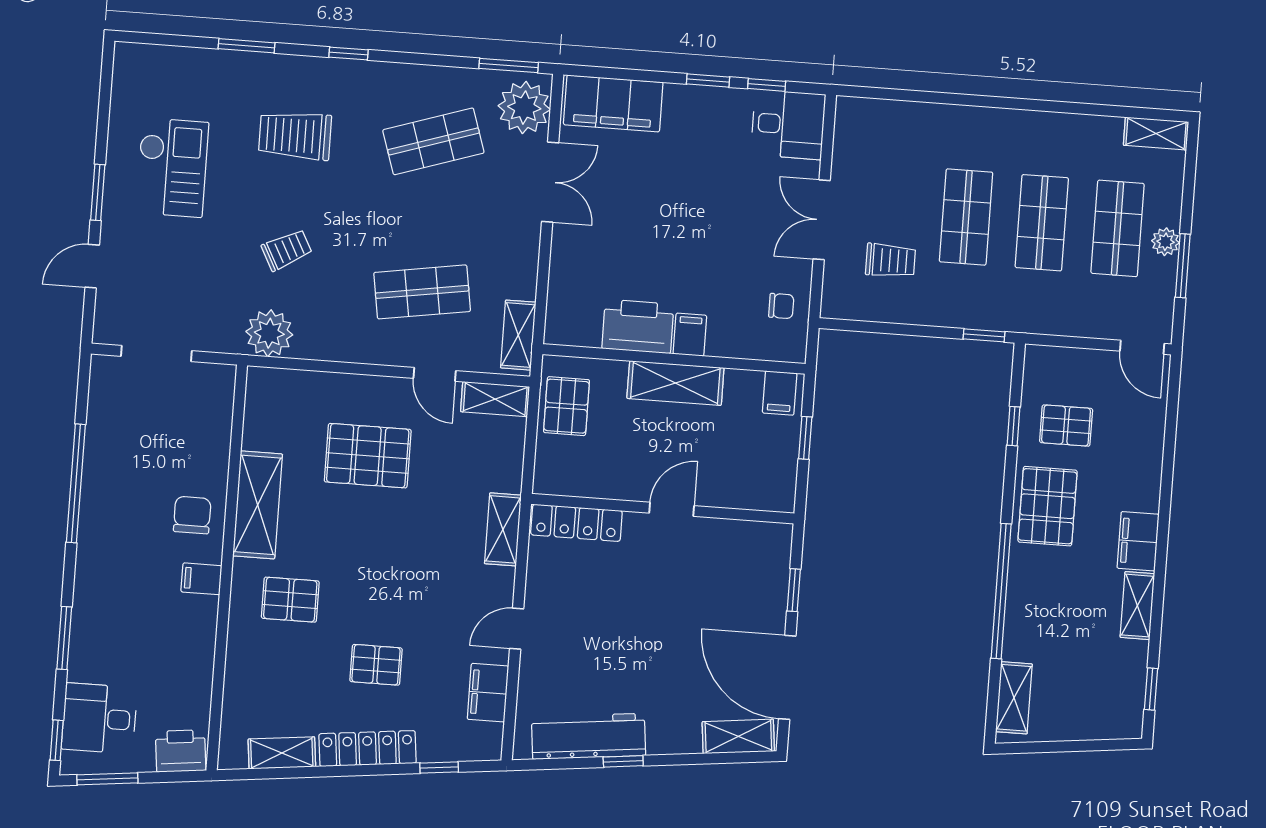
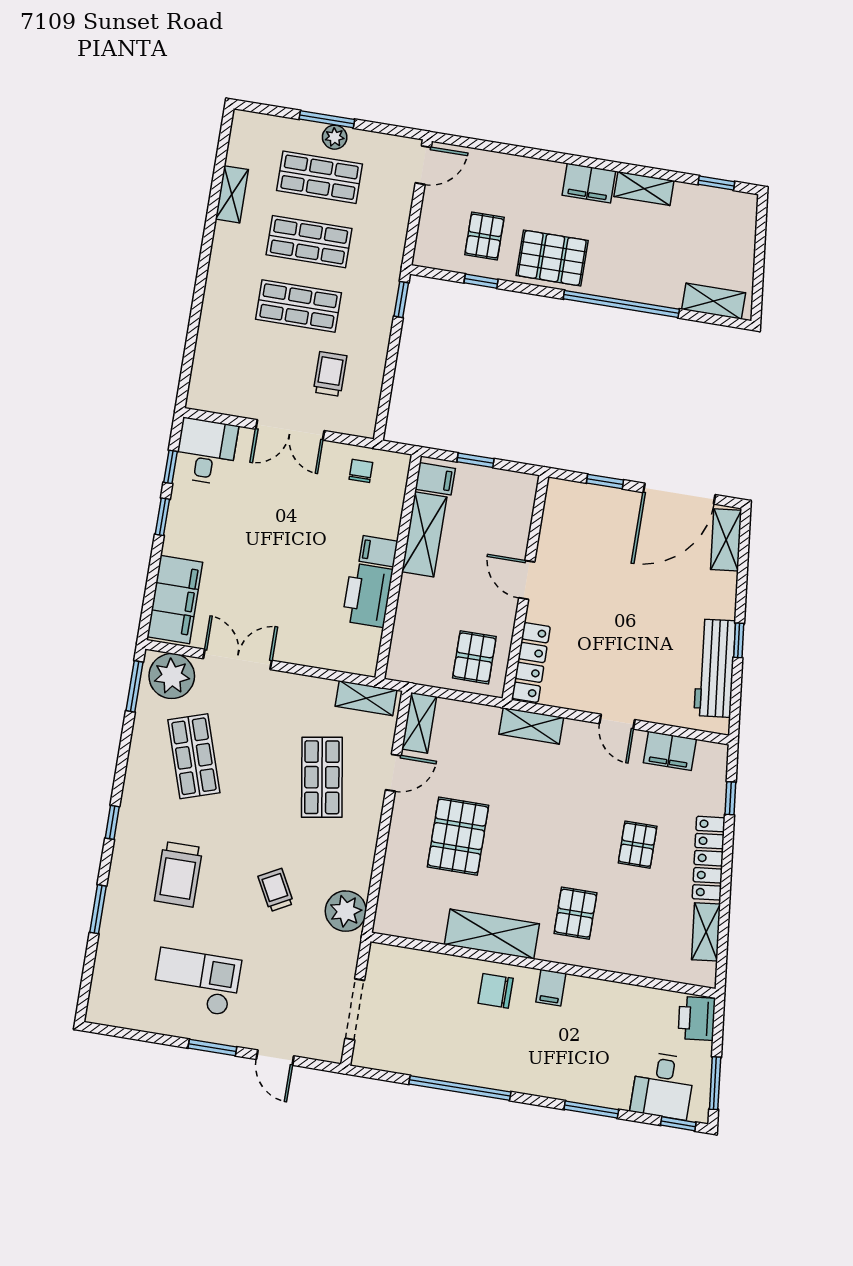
shelving: (1156, 133) -> (232, 194), moved
window: (1183, 266) -> (327, 119), moved
shelving: (675, 383) -> (424, 534), moved
pallet: (566, 406) -> (474, 657), moved, turned 90

